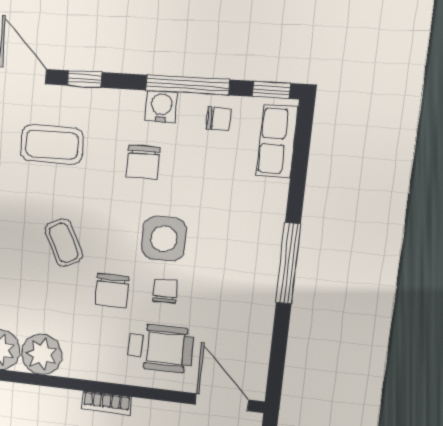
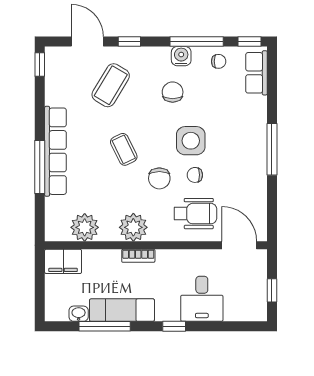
coffee table: (52, 145) -> (111, 85), turned -59
chair: (143, 162) -> (173, 92), turned 180
chair: (165, 291) -> (195, 175), turned -90
plant: (42, 354) -> (133, 227), moved
bookcase: (106, 403) -> (138, 256), moved

